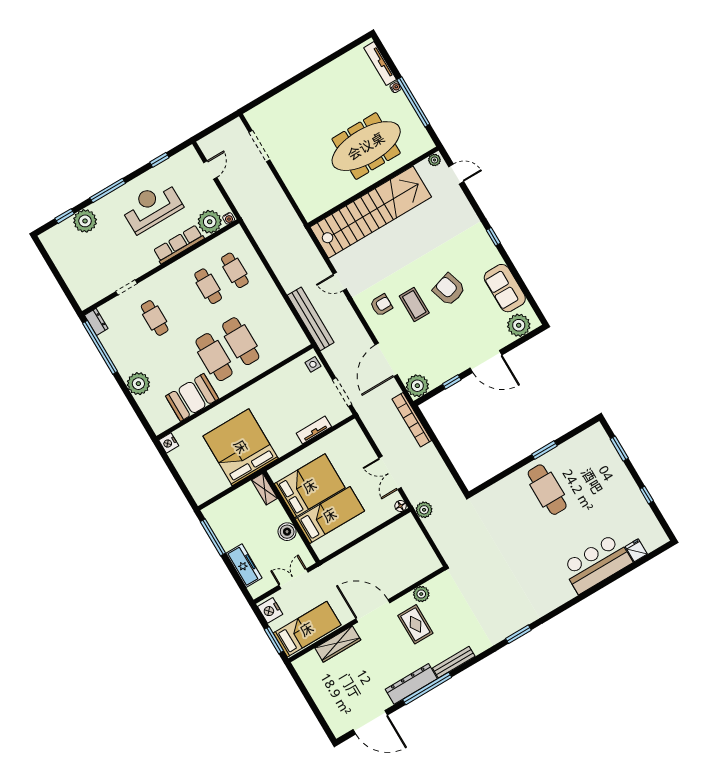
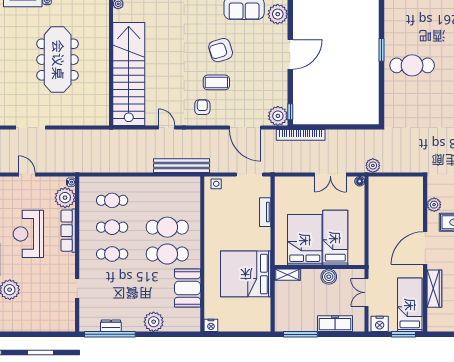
meeting table: (366, 146) -> (58, 60), moved
door: (340, 282) -> (167, 128), swing flipped
cafe table: (155, 318) -> (112, 254), moved
dresser: (96, 322) -> (111, 326), moved
window: (452, 382) -> (290, 112), moved

